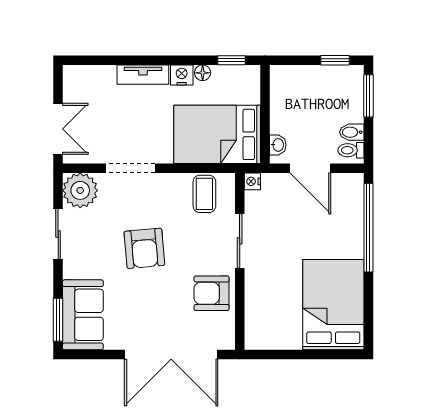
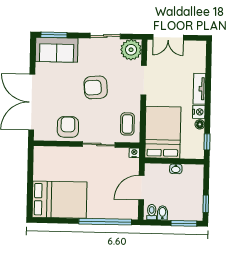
washbasin: (278, 145) -> (176, 169), moved
coffee table: (204, 194) -> (127, 124), turned 90

